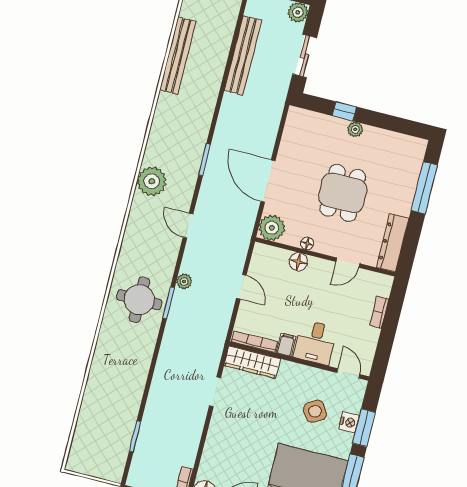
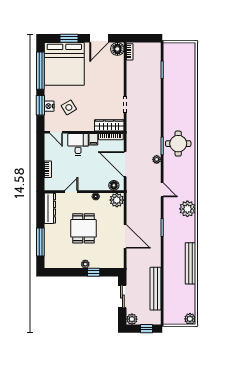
bench: (178, 56) -> (190, 263), moved
door: (268, 181) -> (125, 236), moved
floor lamp: (298, 262) -> (114, 185), moved
door: (241, 287) -> (125, 164), width x1.88

